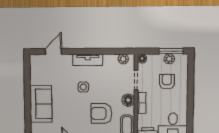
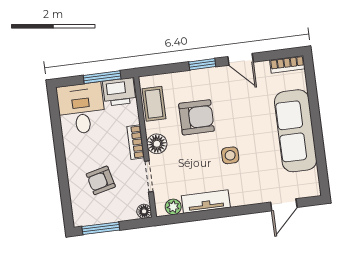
plant: (169, 59) -> (102, 216), removed
tv unit: (88, 60) -> (206, 202), moved
armchair: (167, 82) -> (101, 180), turned 76
sofa: (41, 104) -> (296, 131), width x1.36

